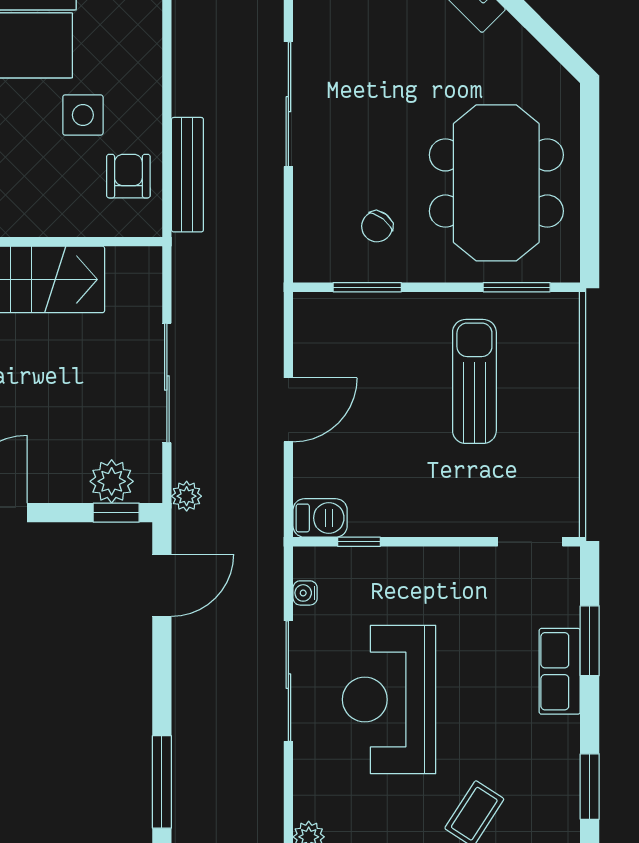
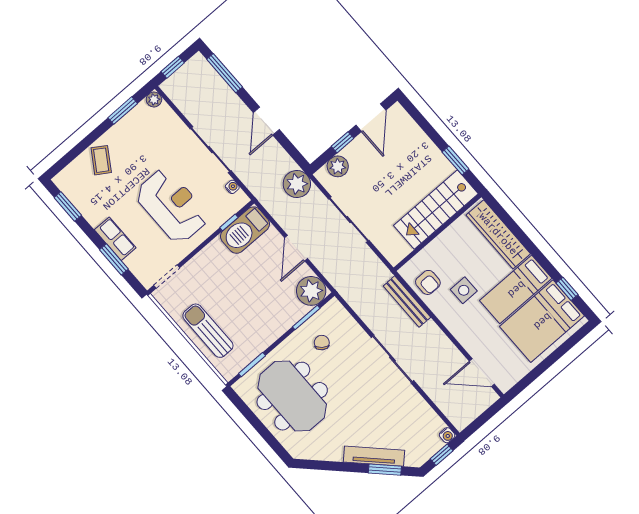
plant: (323, 322) -> (311, 291), added
sun lounger: (474, 381) -> (208, 331), moved, turned 180
plant: (187, 496) -> (297, 184), width x1.87, depth x1.87
window: (116, 513) -> (342, 142), moved
barbecue: (320, 518) -> (245, 230), width x1.88, depth x1.53
door: (162, 585) -> (266, 121), moved
reception desk: (389, 700) -> (172, 206), moved

